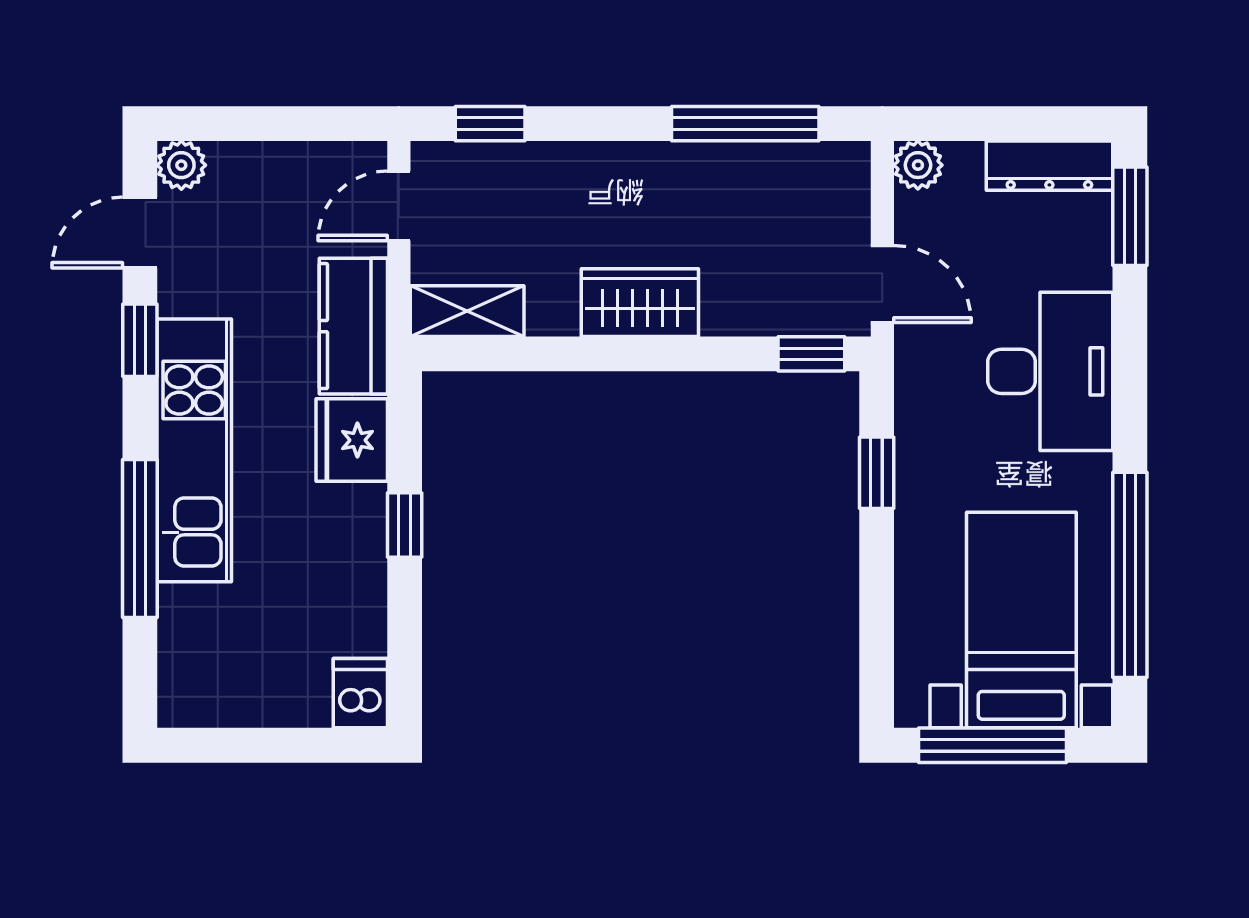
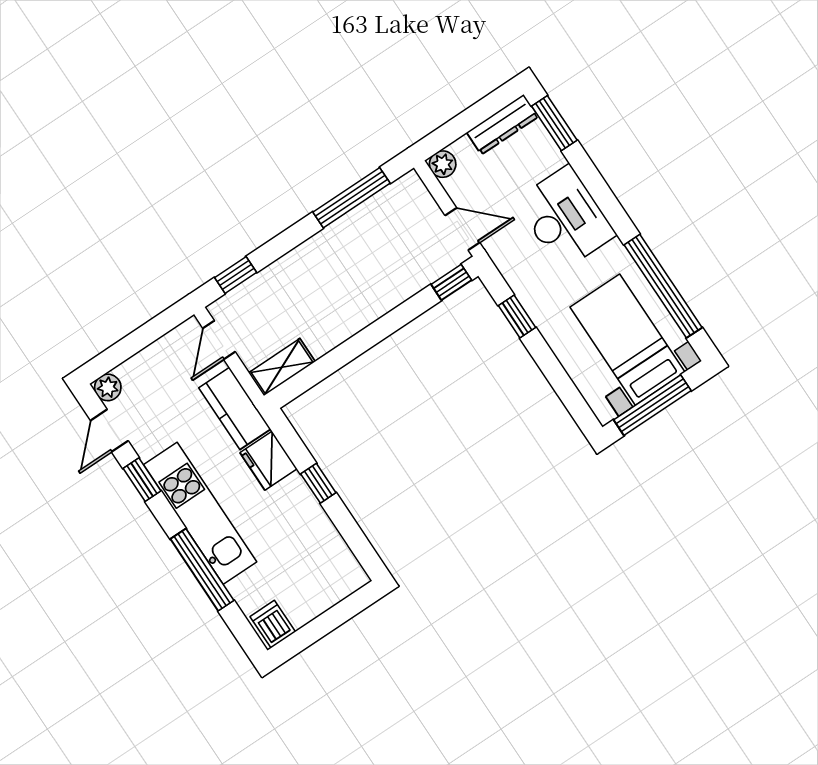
wardrobe: (640, 303) -> (358, 311), removed
dishwasher: (360, 693) -> (273, 624), moved

